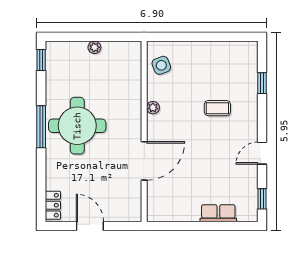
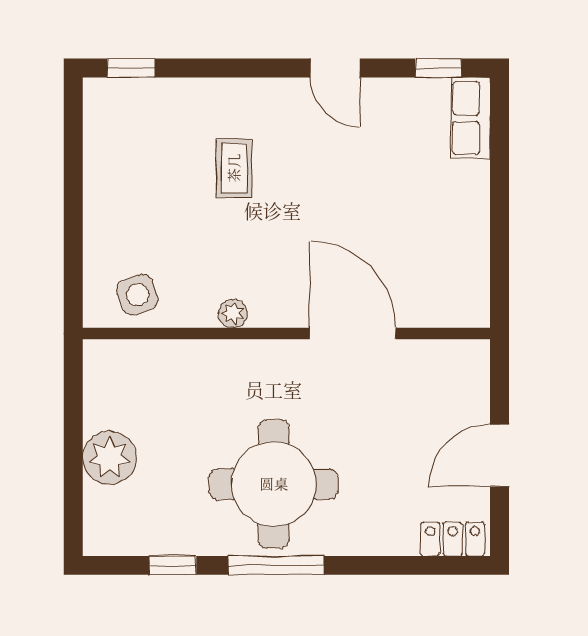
plant: (94, 47) -> (110, 458), width x1.88, depth x1.88
window: (41, 60) -> (173, 565), moved
window: (262, 83) -> (131, 68), moved
row of seats: (218, 213) -> (471, 118), moved

